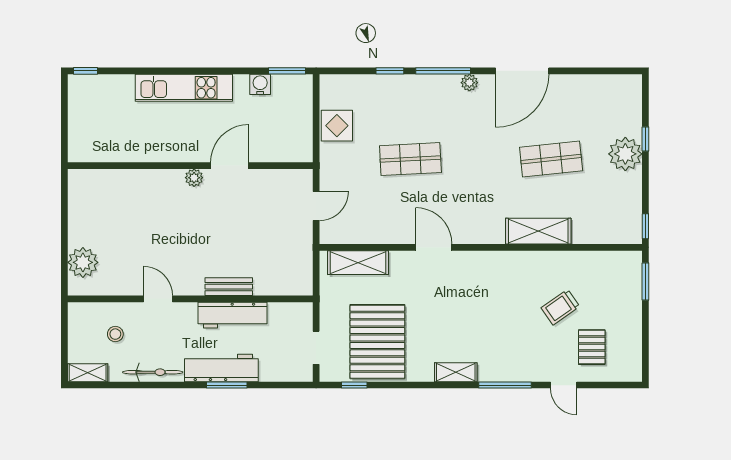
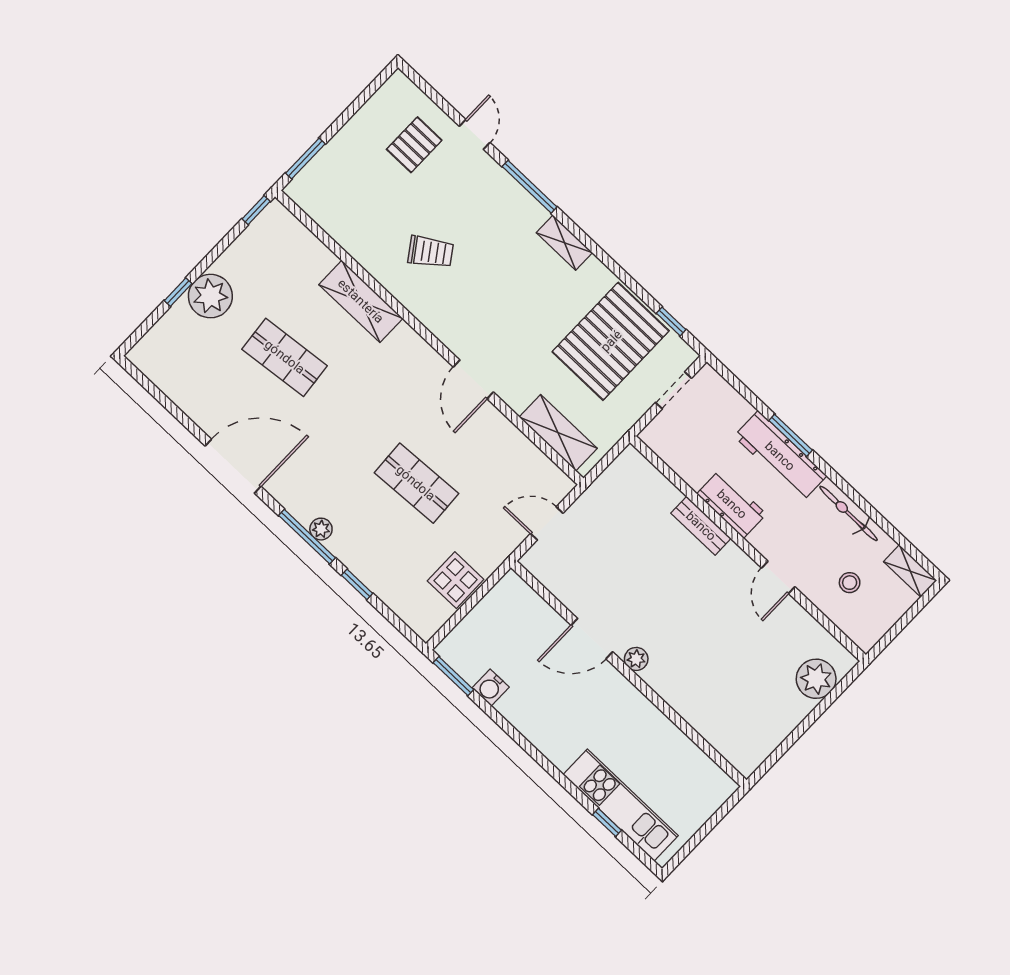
window: (86, 71) -> (607, 822), moved
plant: (469, 83) -> (321, 529), moved
kitchen unit: (184, 88) -> (621, 805), moved
trolley: (560, 307) -> (431, 252), moved
workbench: (233, 315) -> (732, 504), width x0.73

